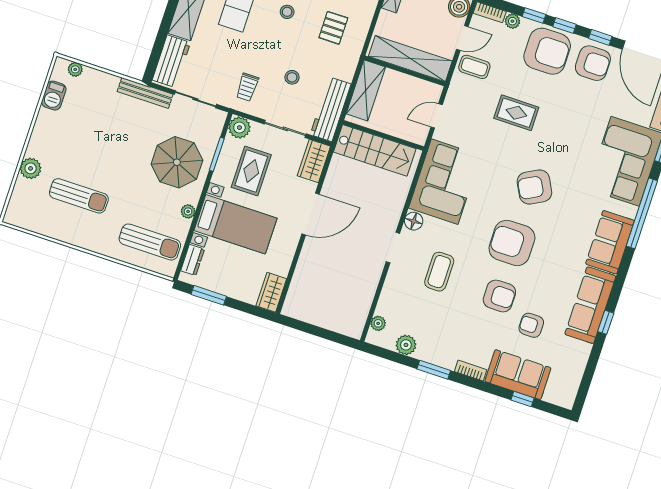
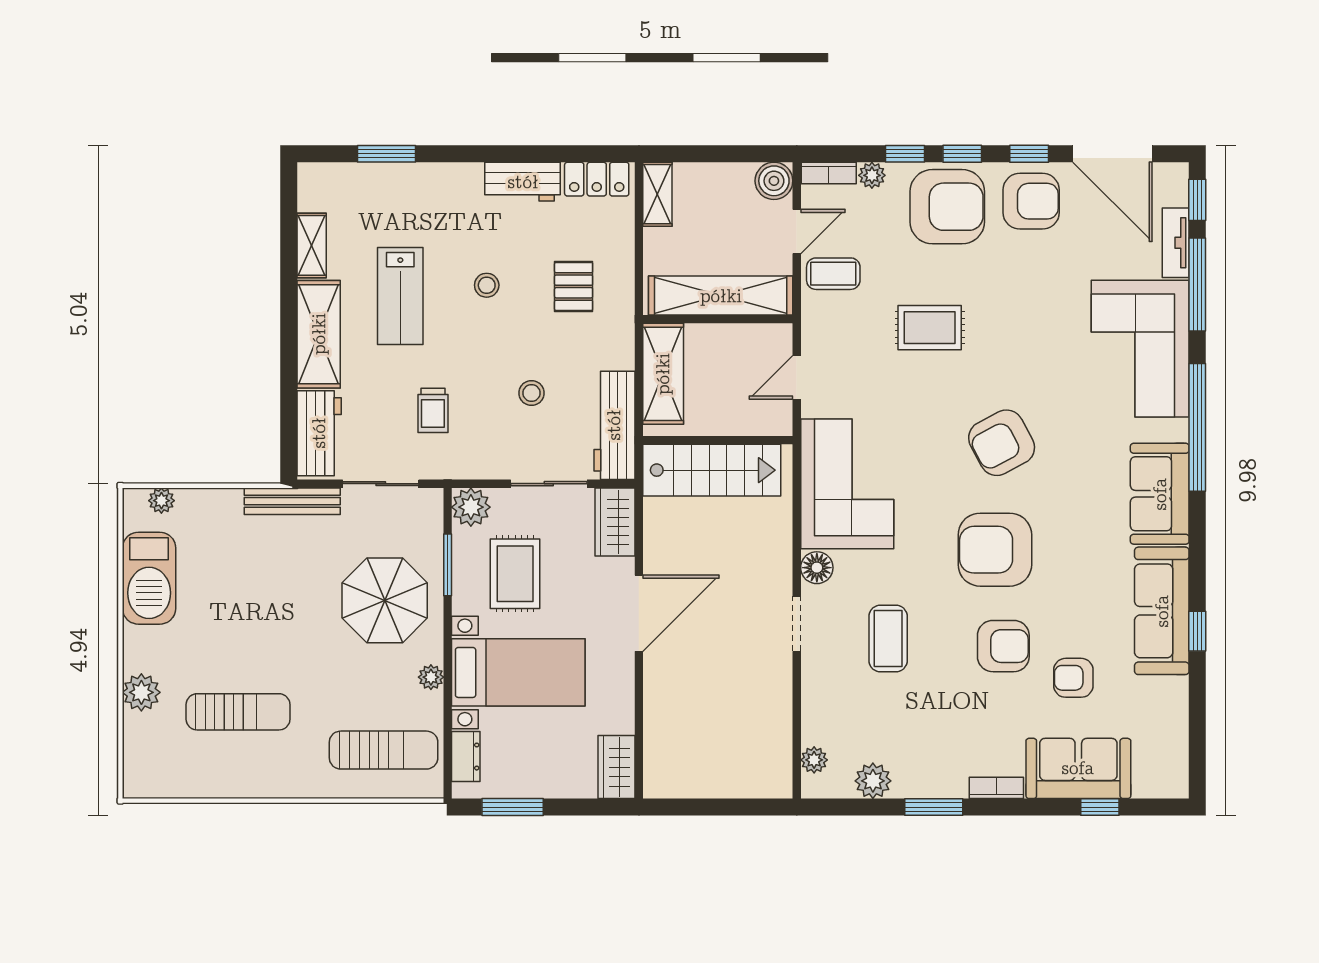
trolley: (247, 87) -> (433, 410), moved
barbecue: (54, 96) -> (149, 578), width x1.88, depth x1.53

